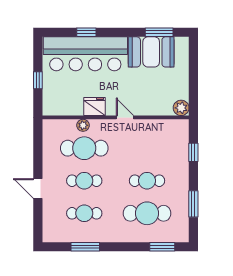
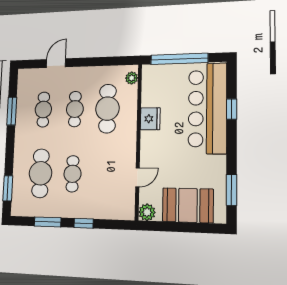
booth: (151, 52) -> (188, 205), moved, turned 90
window: (38, 80) -> (179, 59), width x3.17
door: (125, 117) -> (138, 177), moved
plant: (83, 125) -> (132, 78), moved
window: (193, 152) -> (84, 223), moved
door: (38, 189) -> (56, 63), moved

